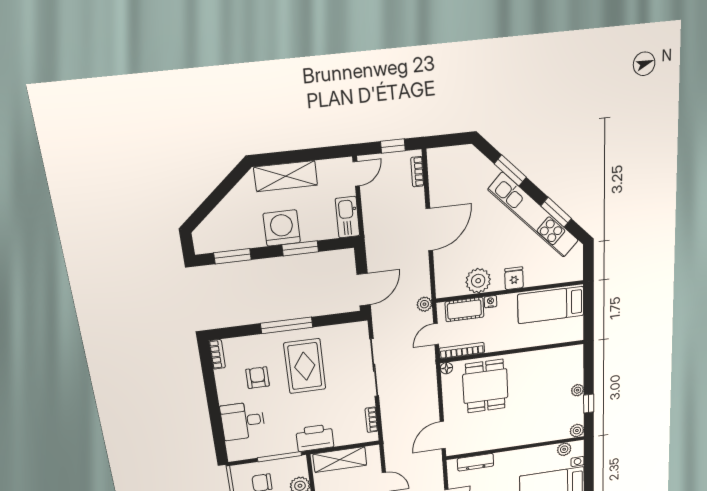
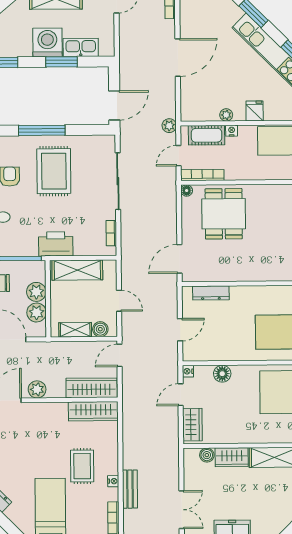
kitchen sink: (347, 217) -> (81, 47), moved, turned 90
plant: (478, 281) -> (226, 115), width x0.53, depth x0.53

